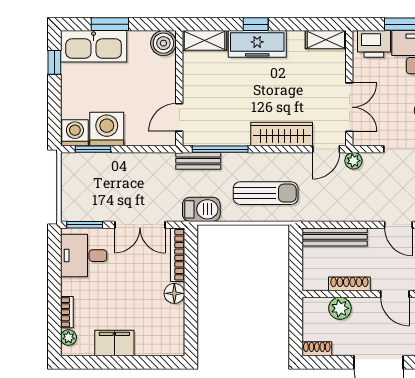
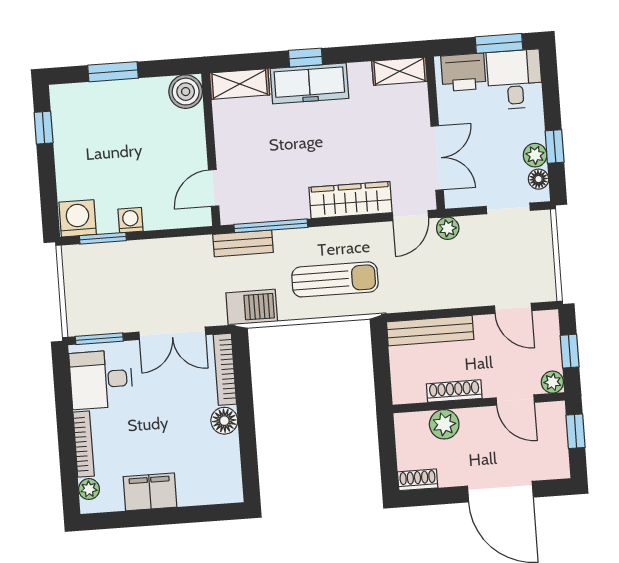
kitchen sink: (94, 46) -> (94, 102), removed
washing machine: (107, 129) -> (130, 220), width x0.53, depth x0.53
bookcase: (67, 312) -> (84, 444), width x1.56

